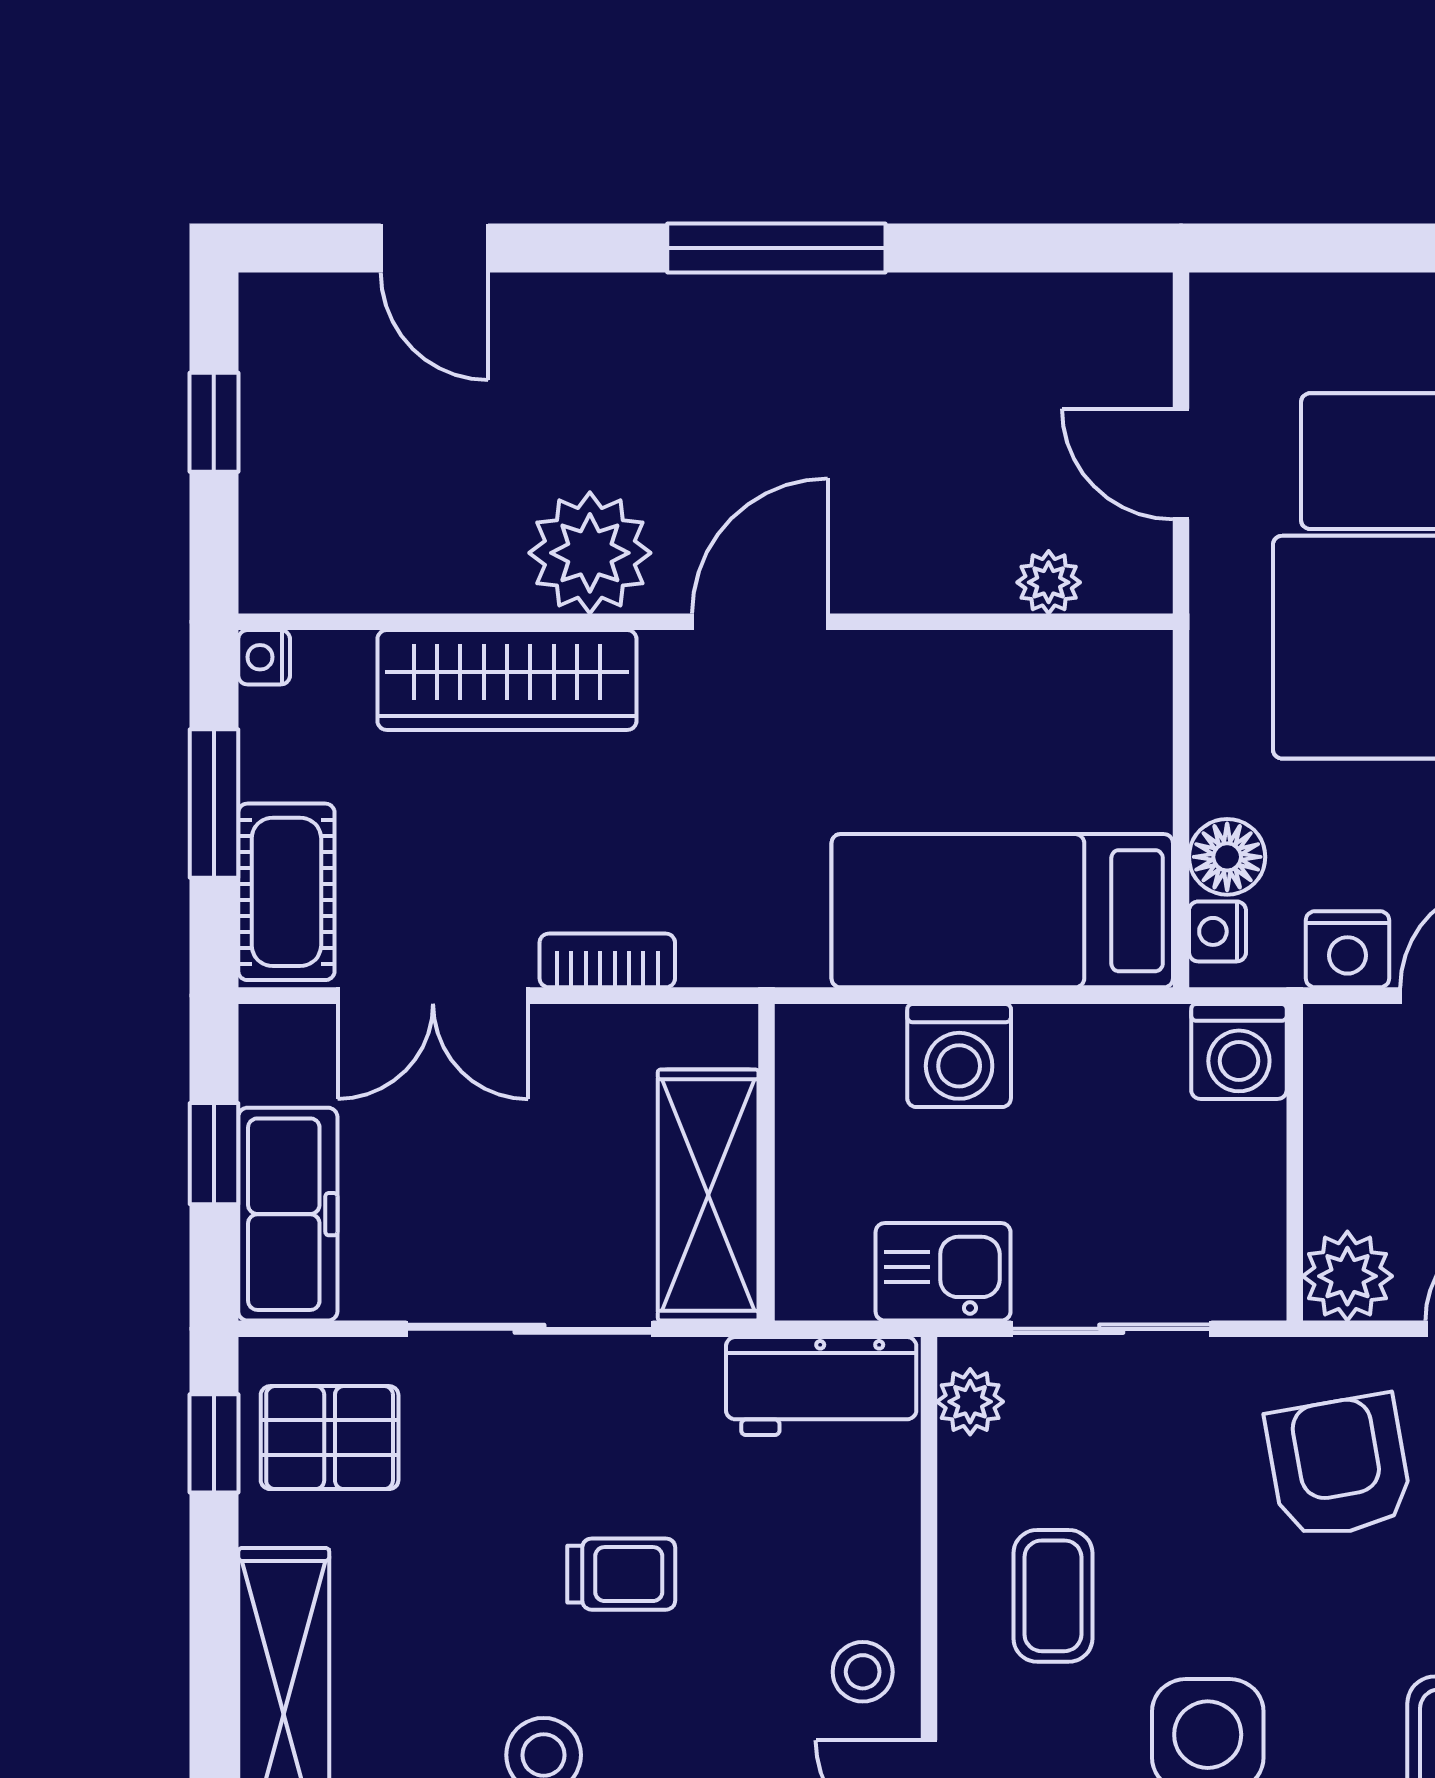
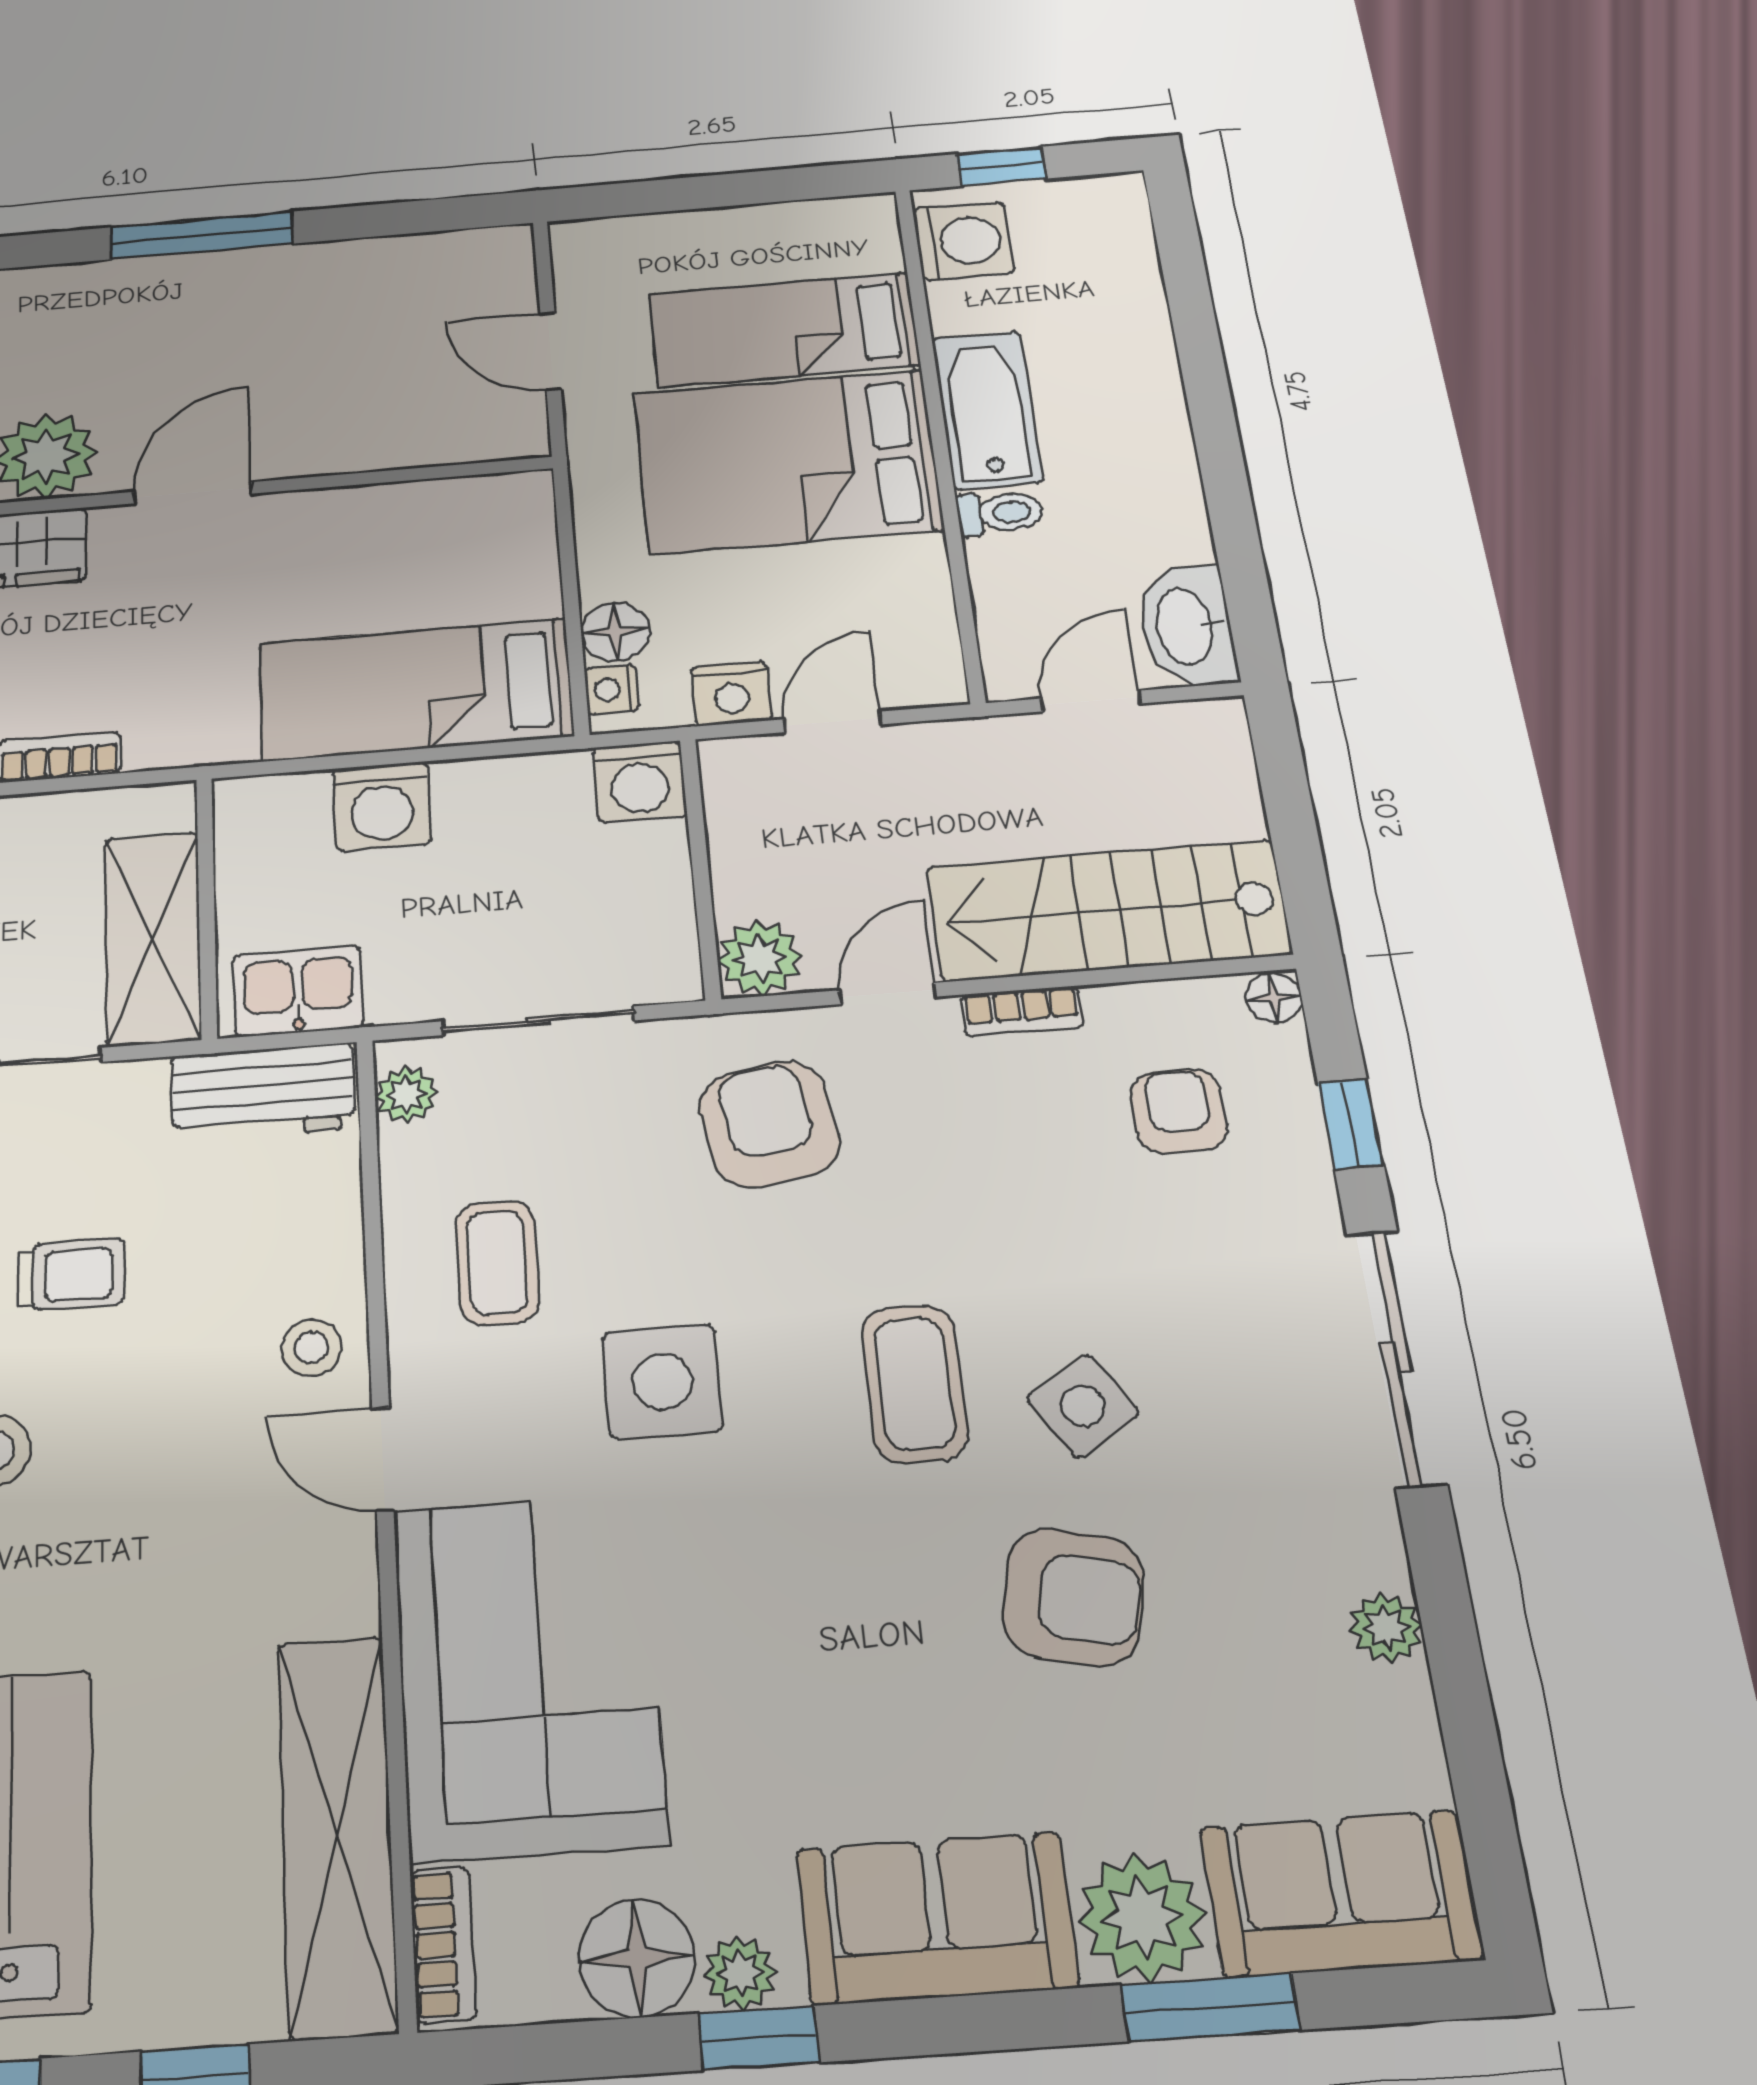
plant: (1049, 582) -> (442, 444), removed
kitchen sink: (943, 1272) -> (298, 991), moved

